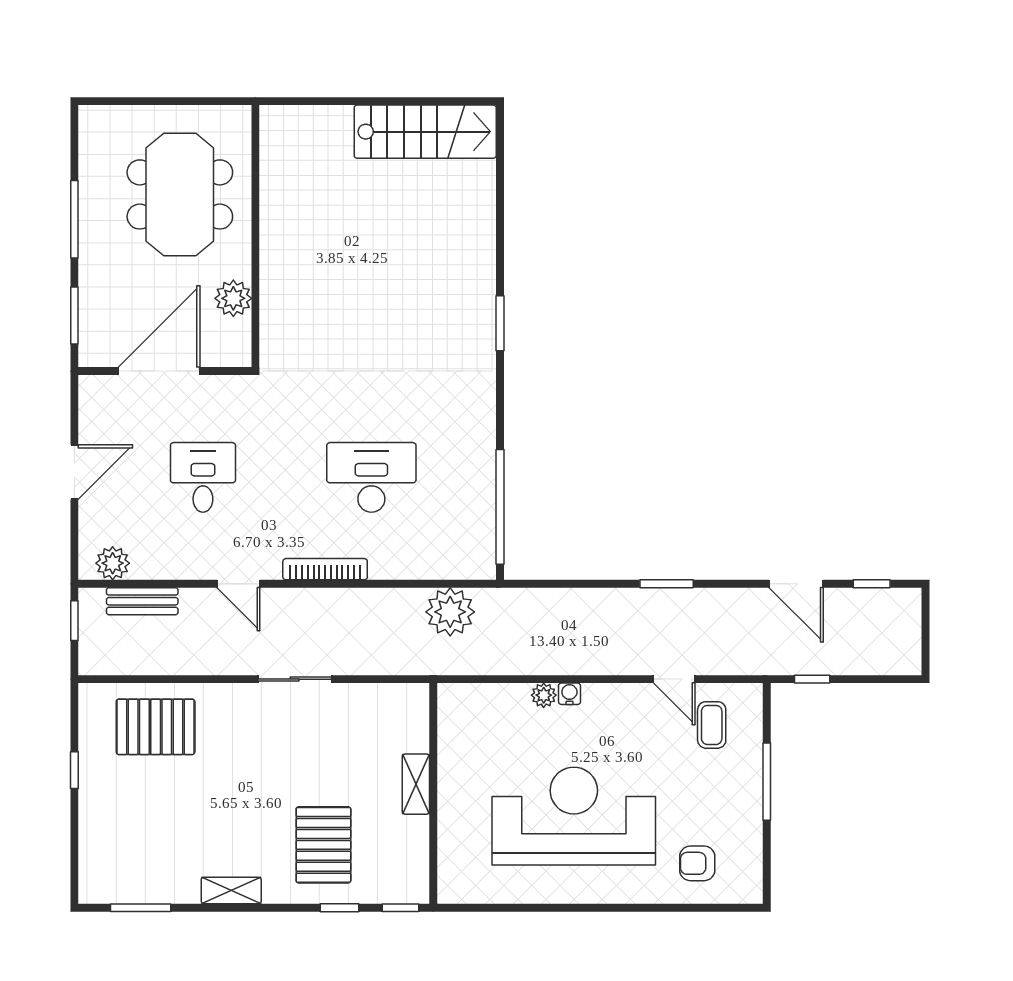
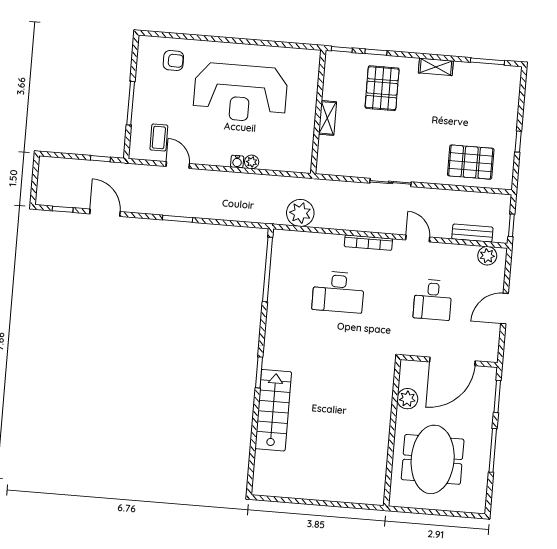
stairs: (425, 132) -> (273, 410), moved, turned 90

